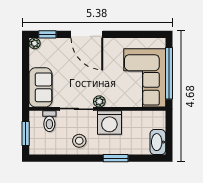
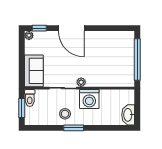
corner sofa: (145, 78) -> (118, 63), removed
toilet: (49, 121) -> (30, 98), moved
window: (116, 158) -> (74, 128), moved

